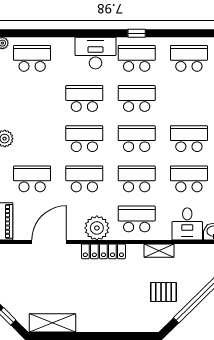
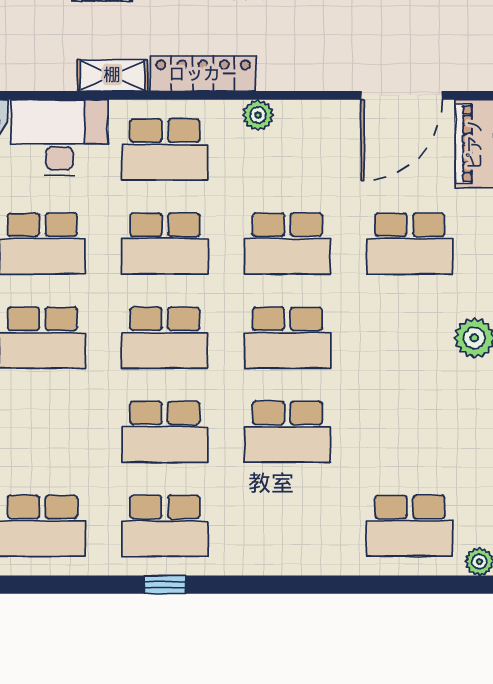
desk: (95, 53) -> (261, 538), removed
desk: (187, 224) -> (59, 138), width x1.37
plant: (97, 228) -> (258, 115), width x0.53, depth x0.53
door: (49, 242) -> (402, 95), moved
locker: (103, 251) -> (203, 74), moved

